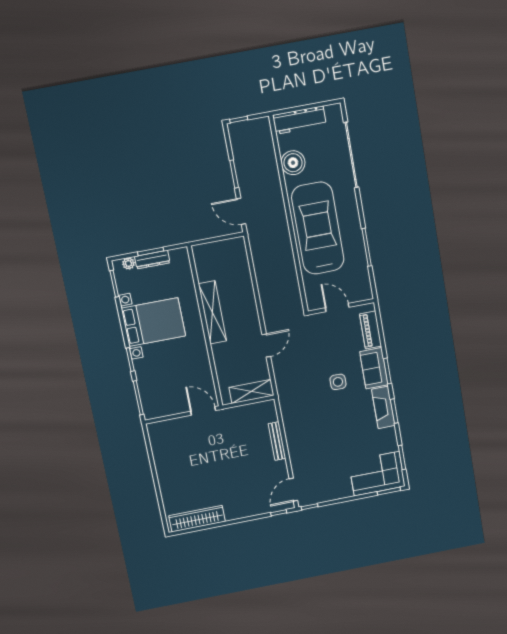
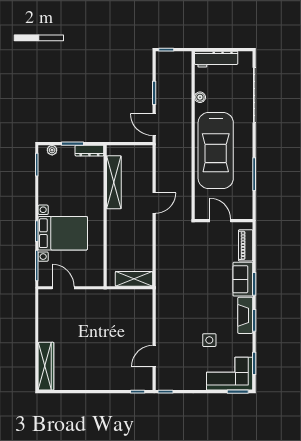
boiler: (293, 163) -> (200, 97), width x0.54, depth x0.54
car: (318, 228) -> (216, 150), turned 180
dresser: (152, 260) -> (89, 151), moved
shelving: (212, 312) -> (114, 182), moved
bed with nightstands: (153, 322) -> (63, 233), moved
door: (266, 346) -> (154, 203), moved
side table: (338, 382) -> (209, 340), moved
door: (203, 411) -> (63, 288), moved
bench: (277, 441) -> (148, 327), removed
door: (293, 490) -> (154, 356), moved
wardrobe: (197, 519) -> (46, 366), moved, turned 90

